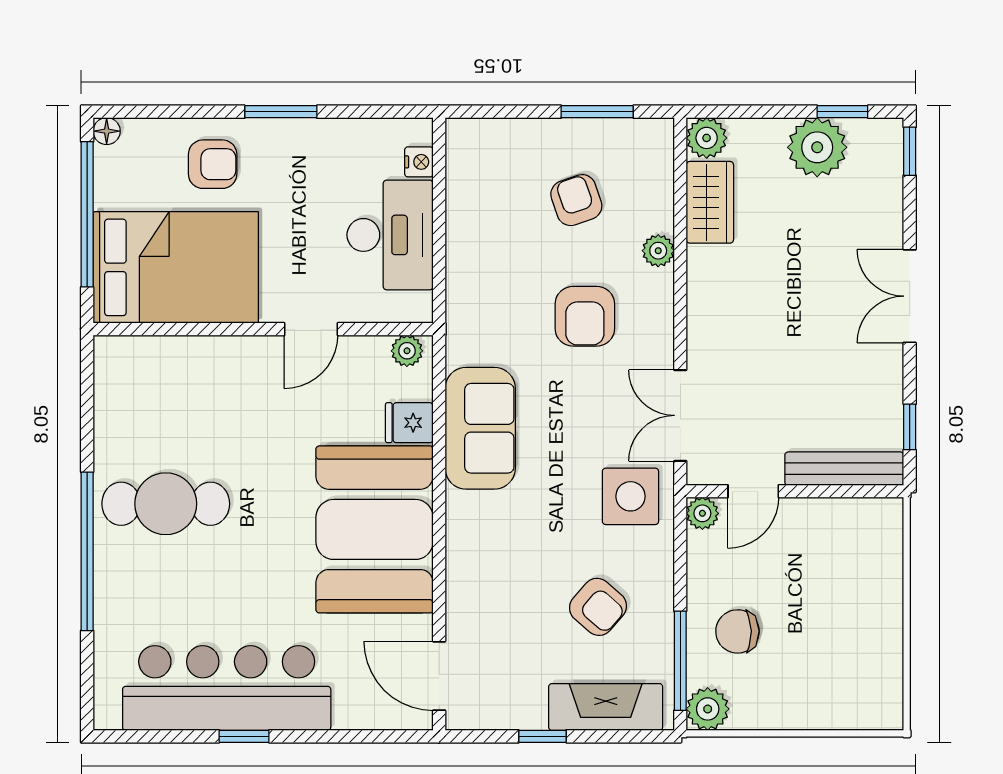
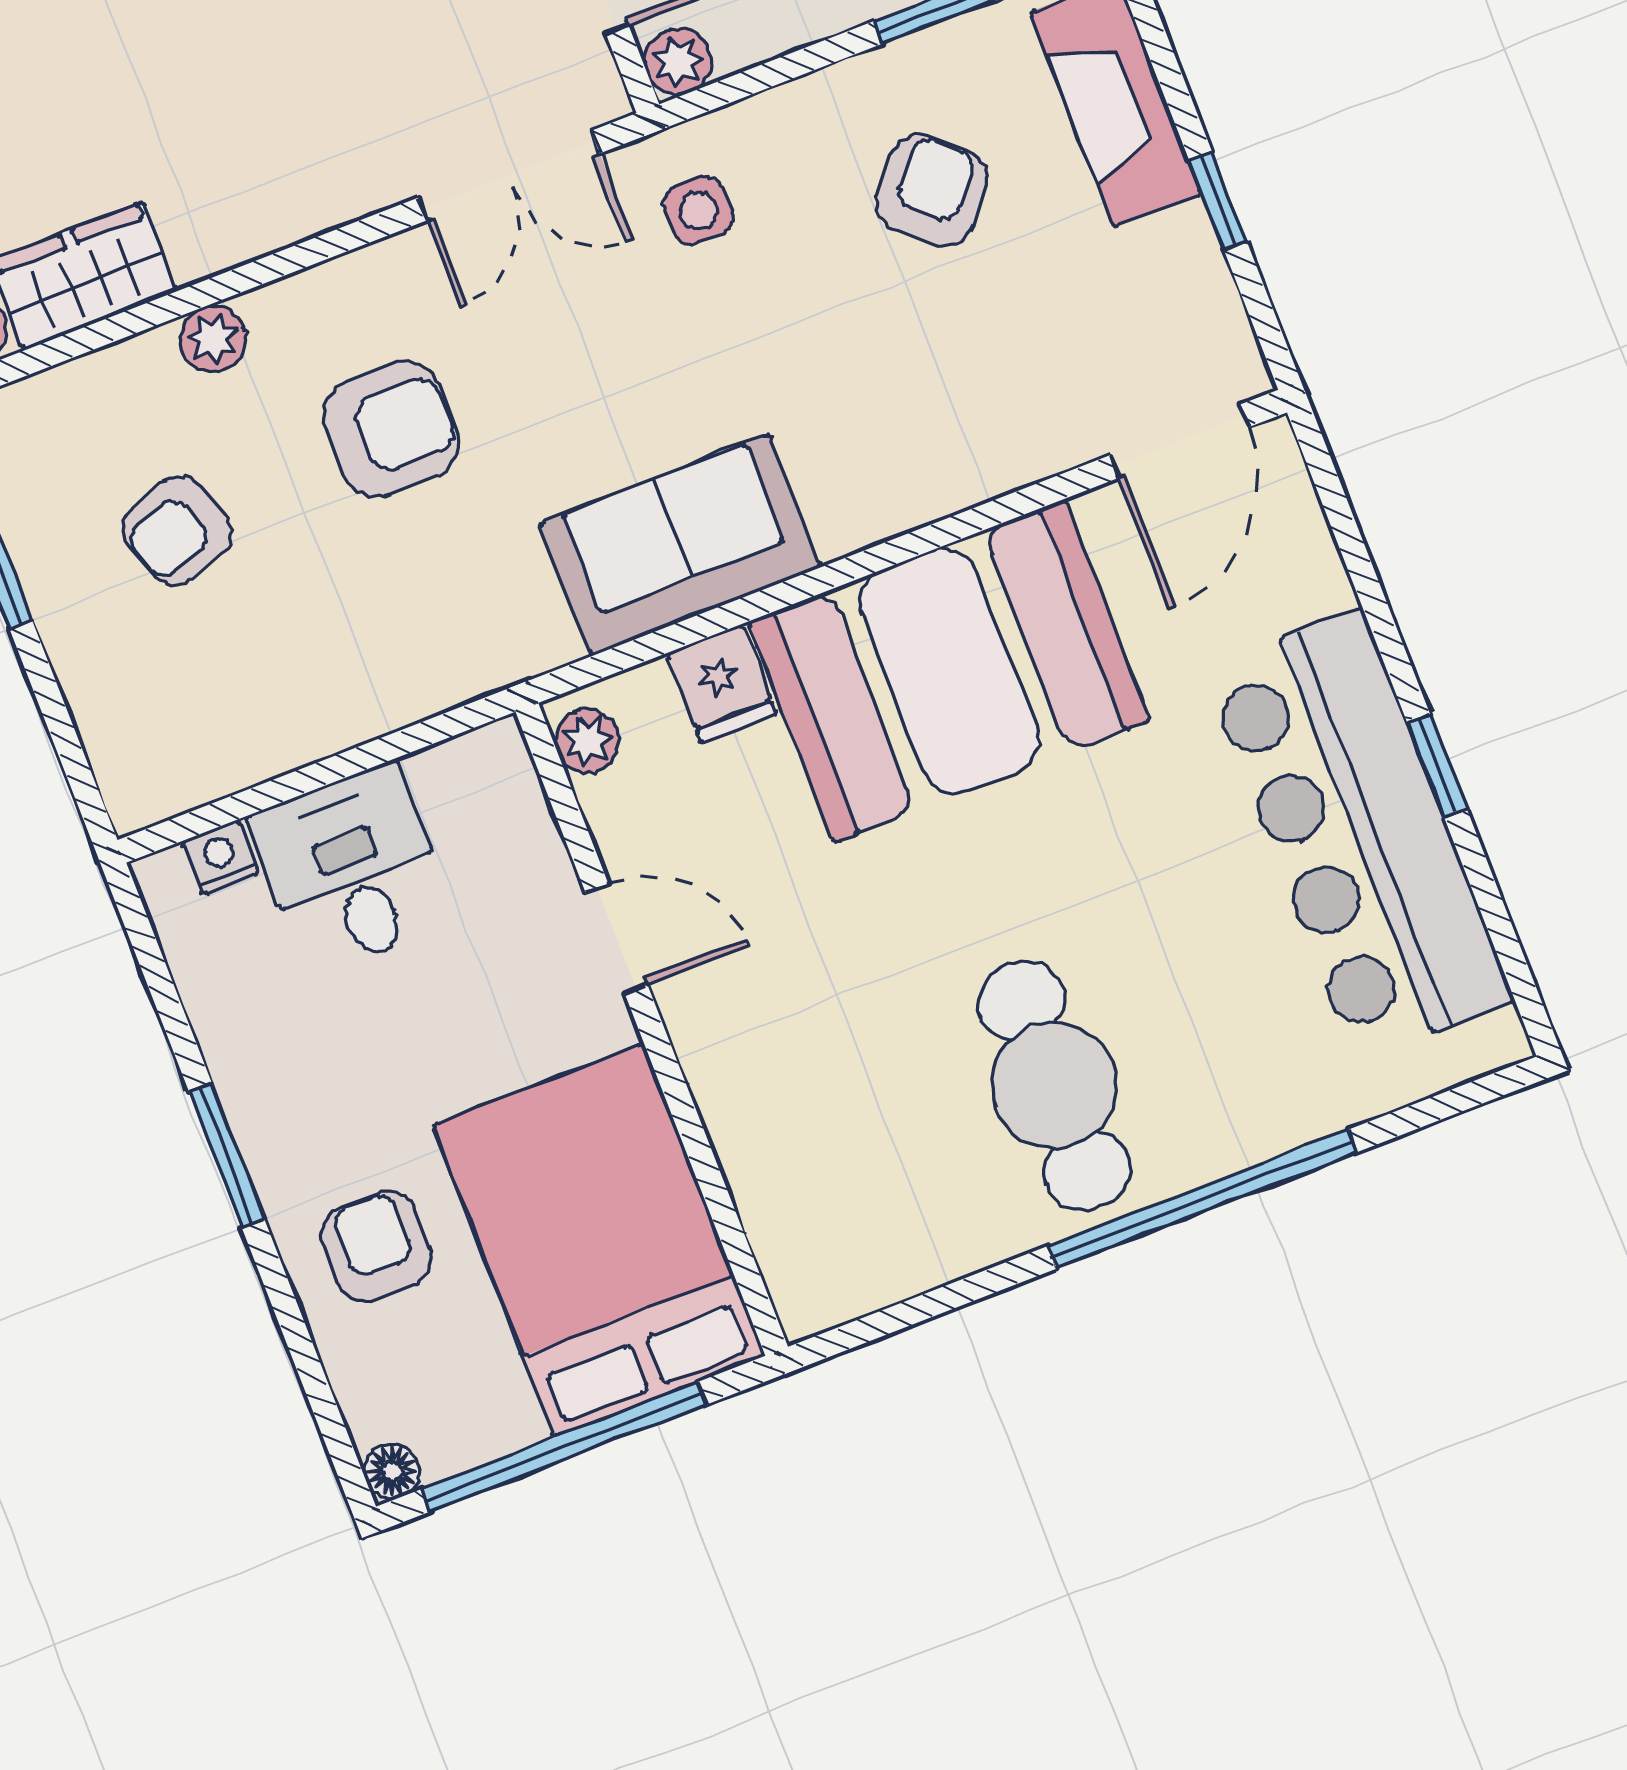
desk: (390, 235) -> (352, 869), width x0.73
side table: (630, 496) -> (699, 211), width x0.54, depth x0.54

